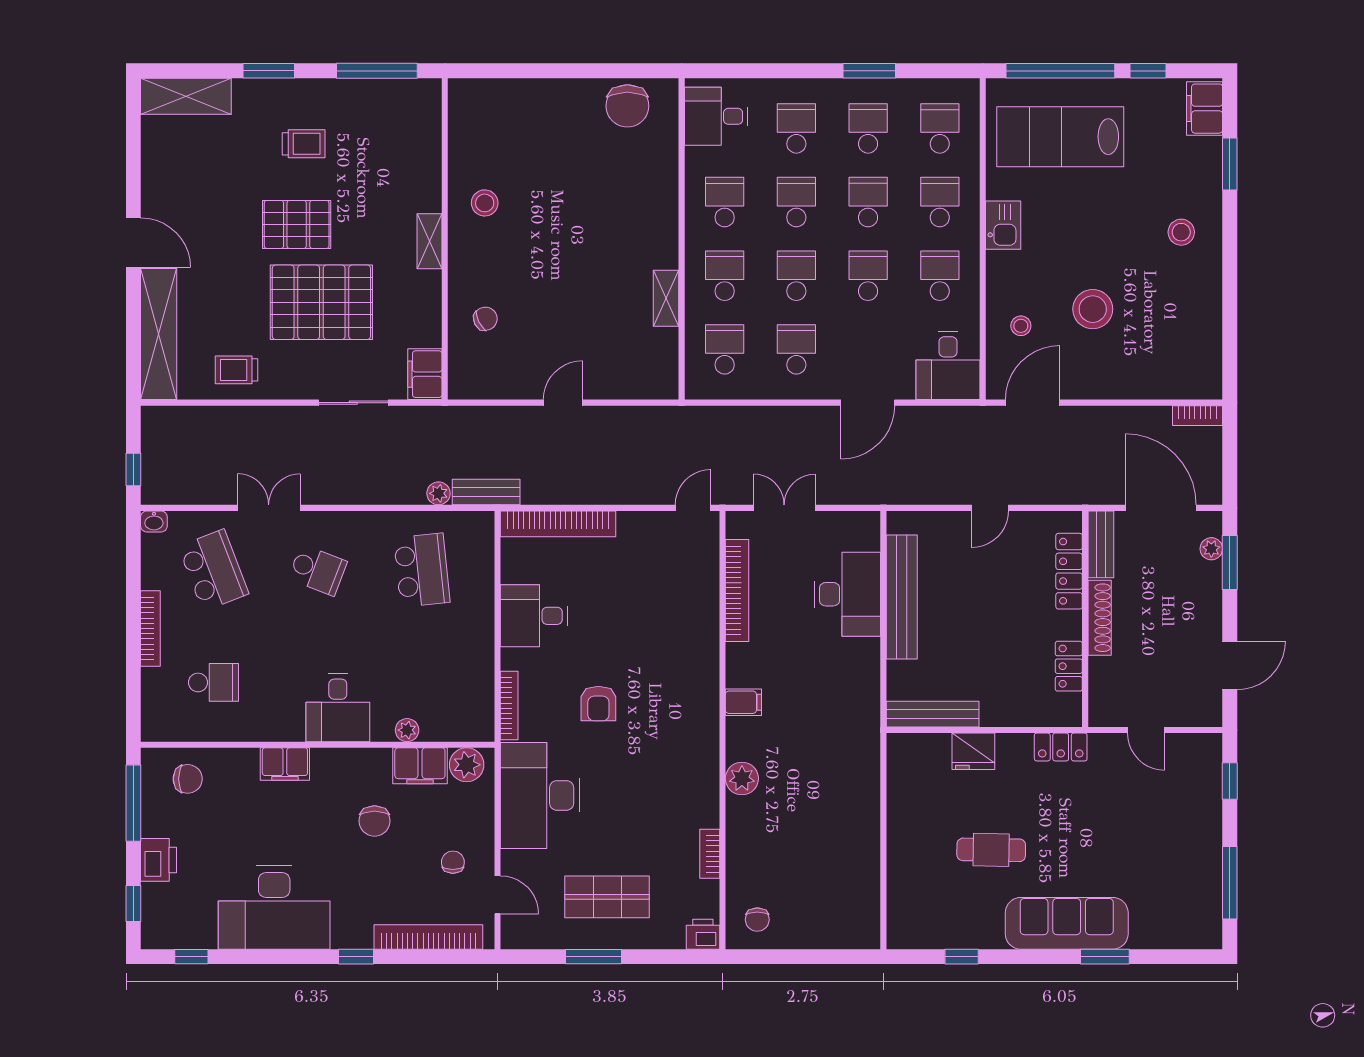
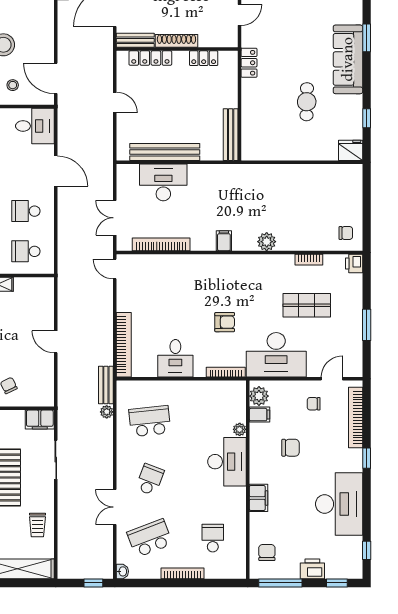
desk: (338, 708) -> (227, 462), width x1.37
fridge: (973, 751) -> (351, 150), moved, turned -90
filing cabinet: (420, 766) -> (260, 415), width x0.50
shop shelf: (607, 897) -> (307, 305), moved, turned 90

